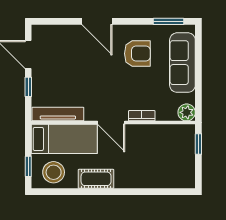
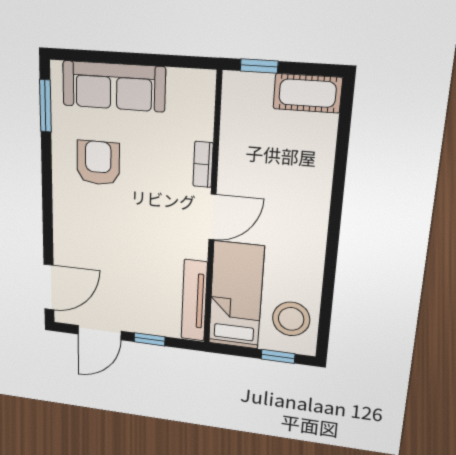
door: (97, 21) -> (49, 287), moved
plant: (187, 112) -> (201, 84), removed
cot: (96, 179) -> (308, 93), moved, turned 90

